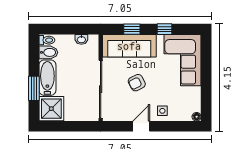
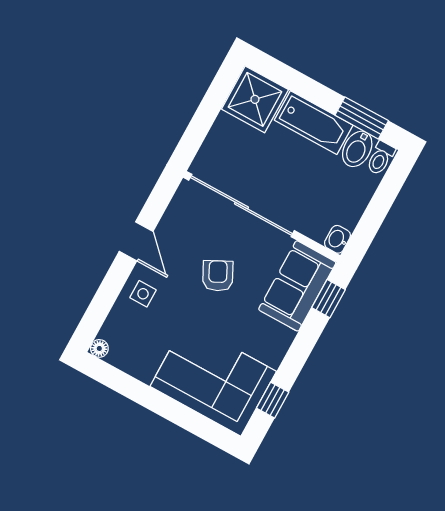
window: (132, 29) -> (328, 299), moved
window: (164, 29) -> (273, 400), moved
washbasin: (81, 39) -> (337, 239), moved
sofa: (129, 46) -> (297, 286), width x0.73
window: (34, 88) -> (362, 118), moved

